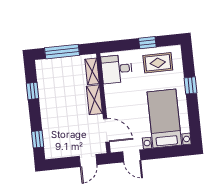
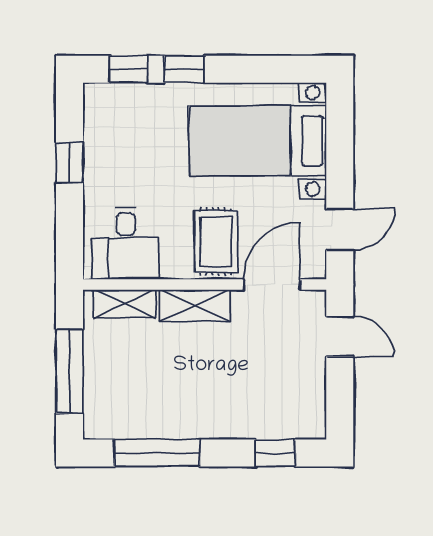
rug: (158, 63) -> (216, 242), moved
window: (188, 63) -> (128, 69), added
window: (33, 91) -> (157, 453), width x2.17

